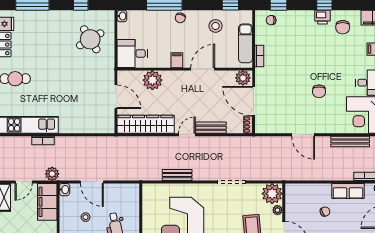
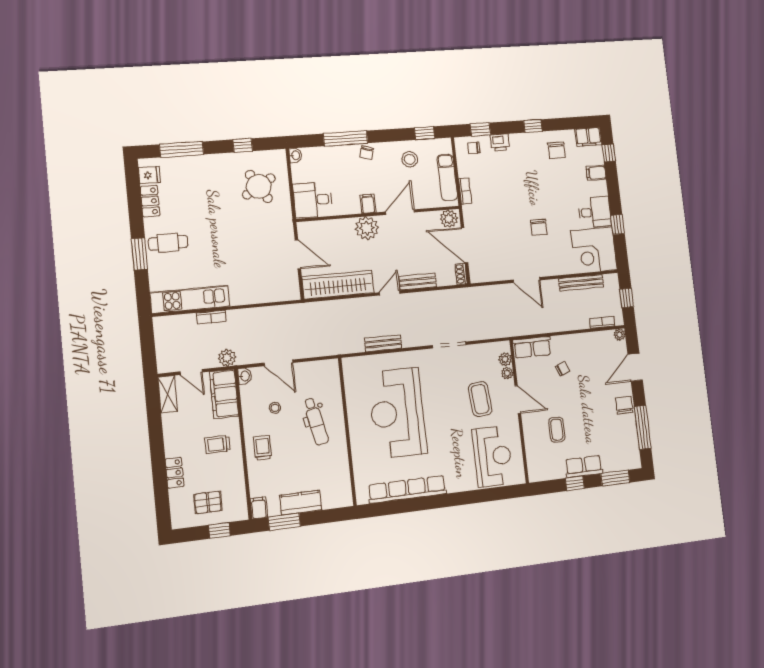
printer: (322, 17) -> (500, 142), moved
plant: (152, 80) -> (367, 228), moved
door: (24, 182) -> (191, 372), hinge flipped
row of seats: (348, 191) -> (532, 347), moved
plant: (272, 194) -> (505, 359), width x0.53, depth x0.53

